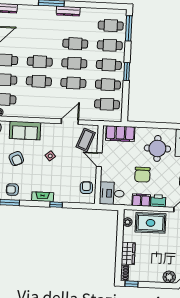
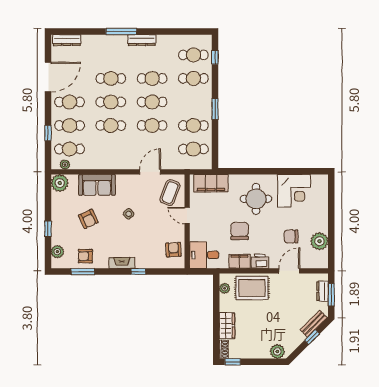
window: (129, 28) -> (215, 57), width x0.46
cafe table: (109, 65) -> (111, 78), moved
chair: (142, 175) -> (240, 231), turned 180

